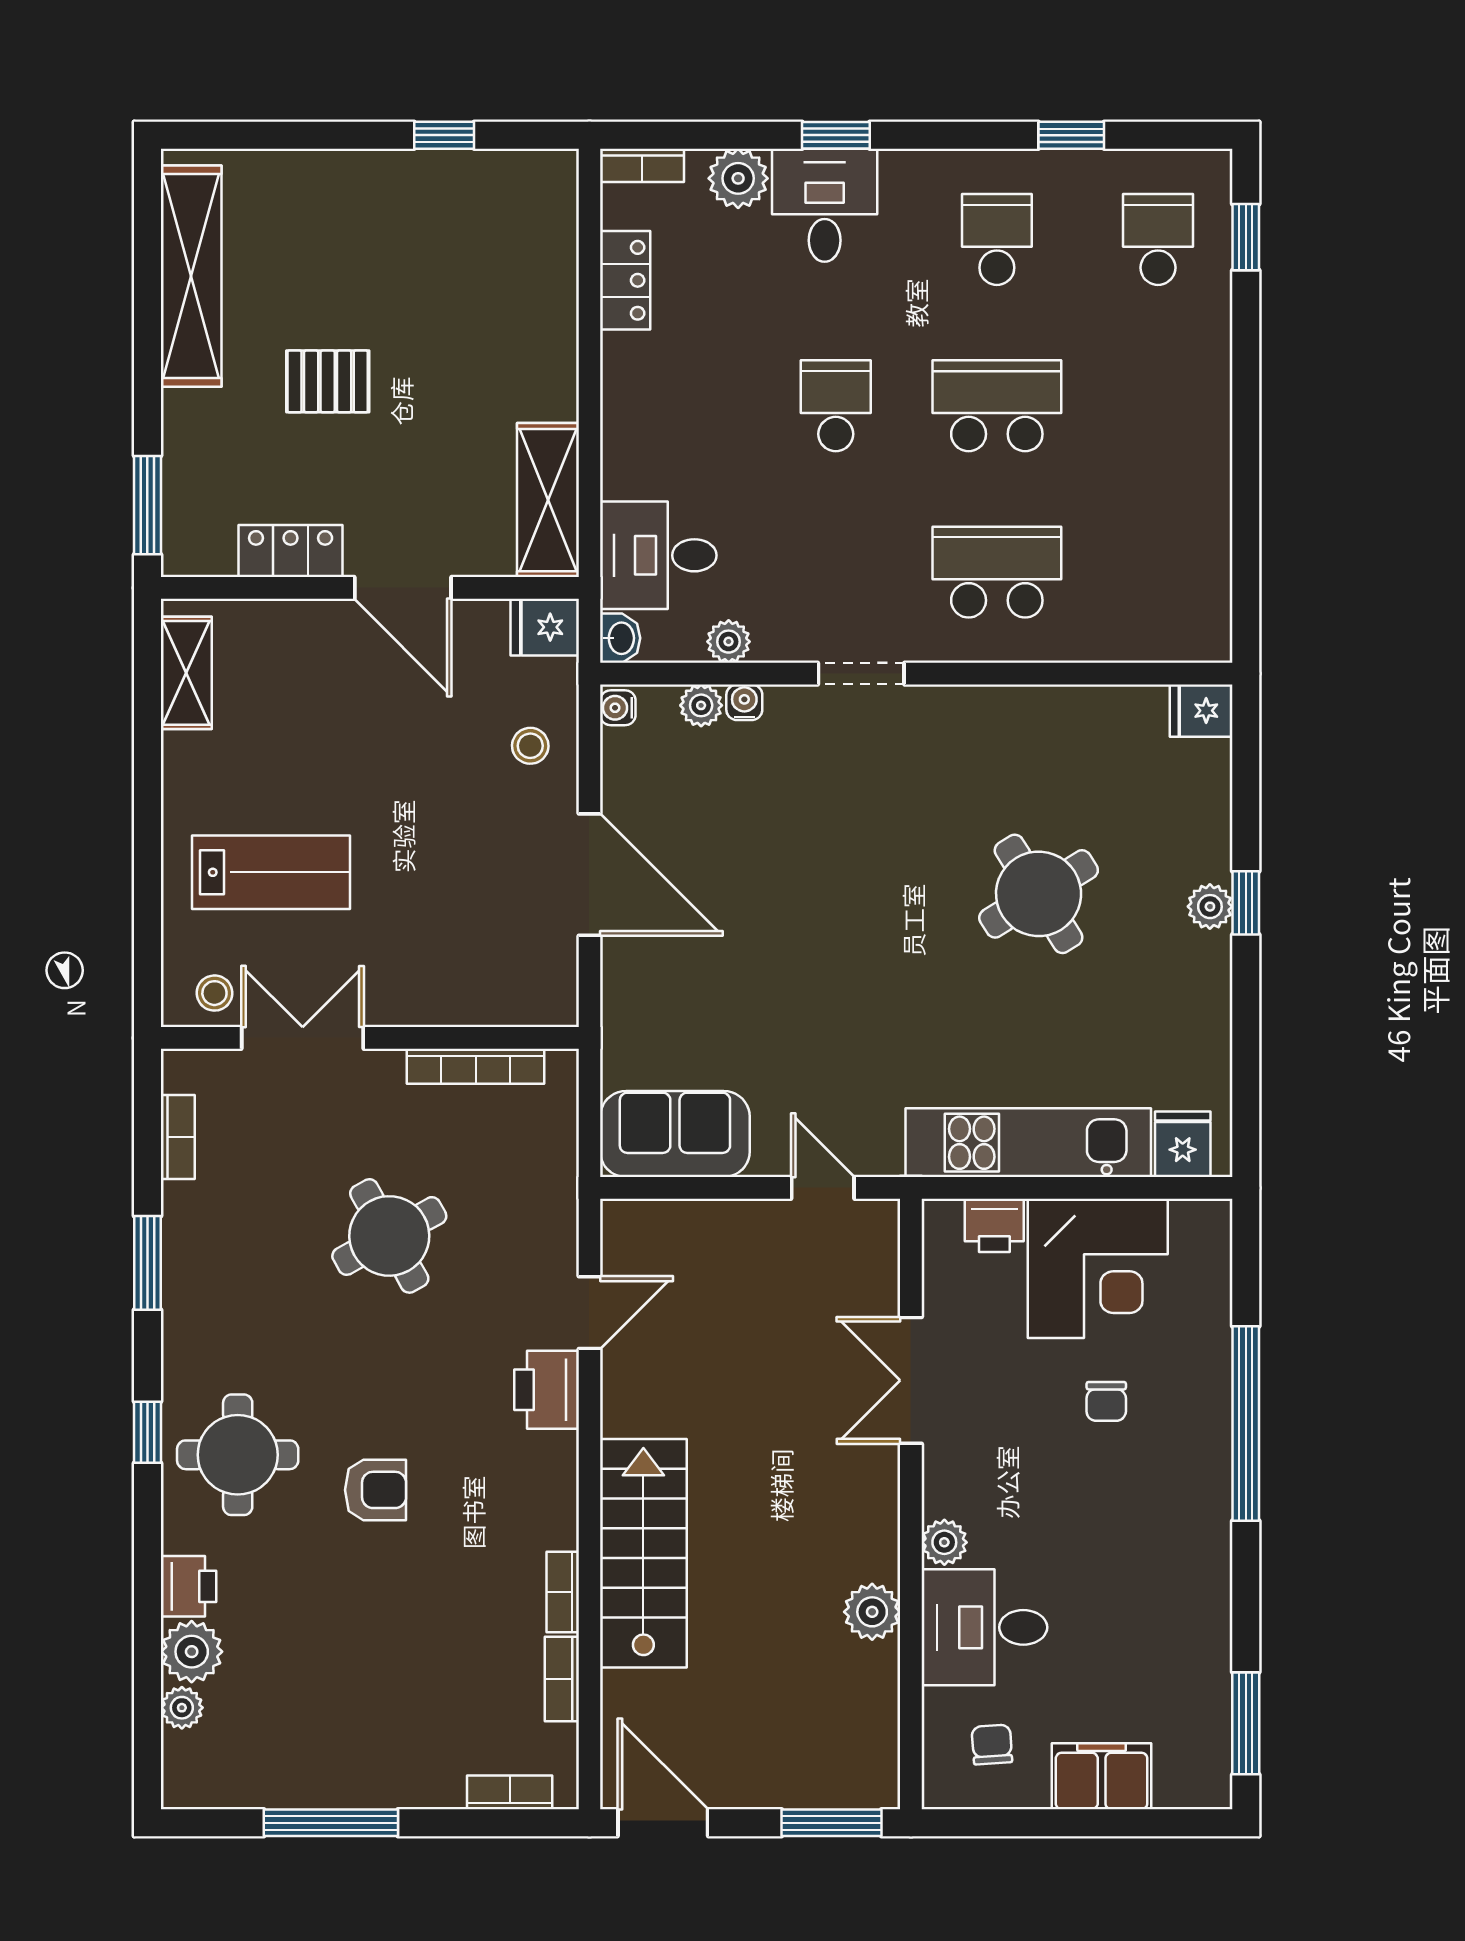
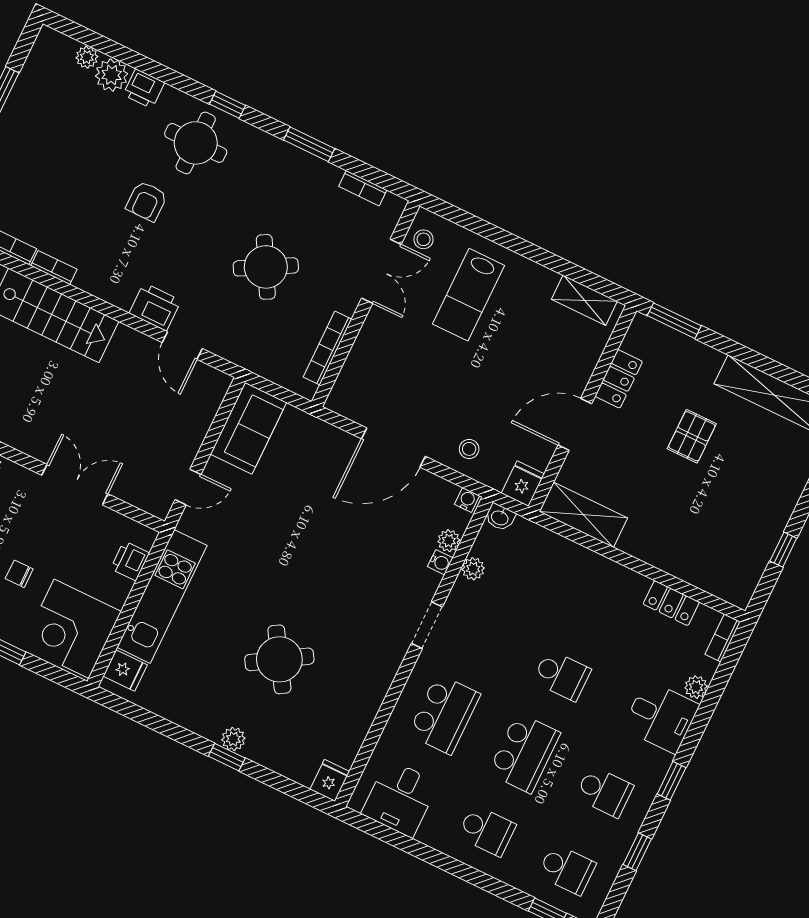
window: (836, 135) -> (672, 781), moved
plant: (738, 178) -> (696, 687), width x0.73, depth x0.73
school desk: (1158, 406) -> (487, 831), added
desk: (658, 555) -> (400, 798), moved, turned 180
corner desk: (1098, 1268) -> (72, 629), moved

